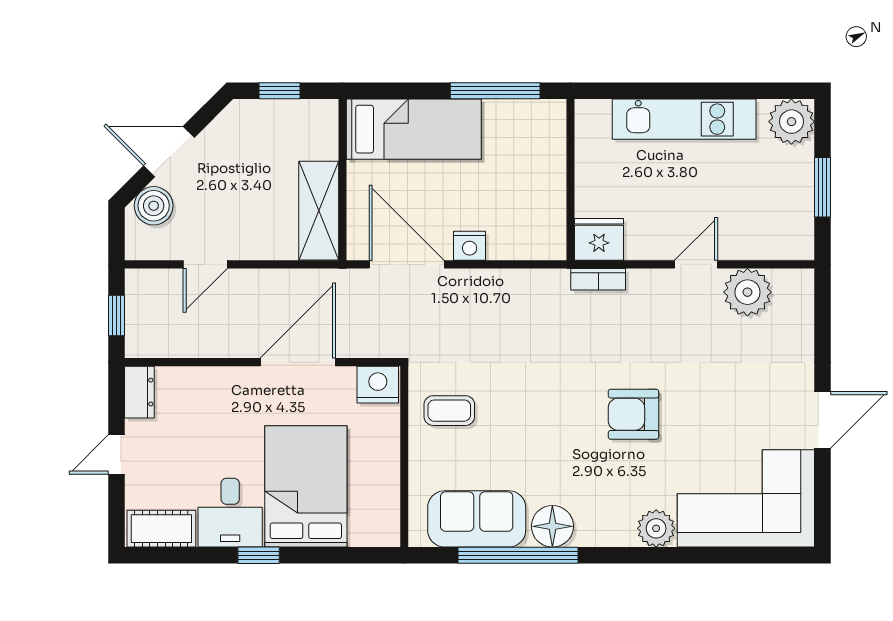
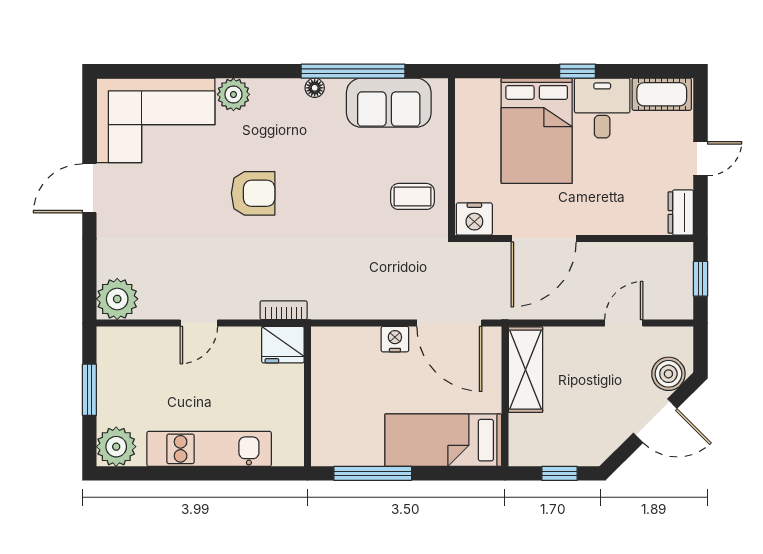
plant: (747, 292) -> (117, 299), moved
floor lamp: (552, 526) -> (315, 88), width x0.53, depth x0.53

